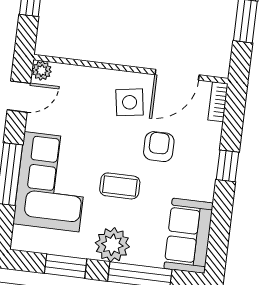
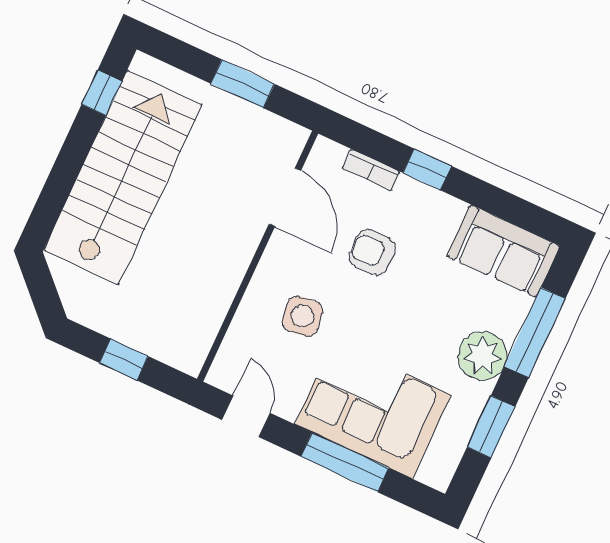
plant: (42, 71) -> (221, 375), removed
side table: (130, 102) -> (303, 316), moved
bookcase: (218, 102) -> (371, 170), moved
coffee table: (120, 186) -> (408, 321), removed

